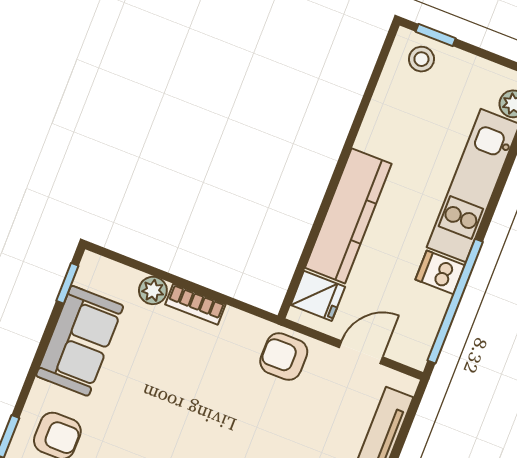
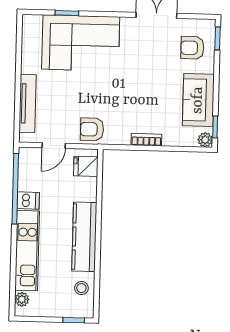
stool: (421, 59) -> (81, 288), moved
kitchen counter: (348, 216) -> (84, 237), moved
plant: (153, 290) -> (205, 140), moved
armchair: (284, 357) -> (92, 129), turned 180

